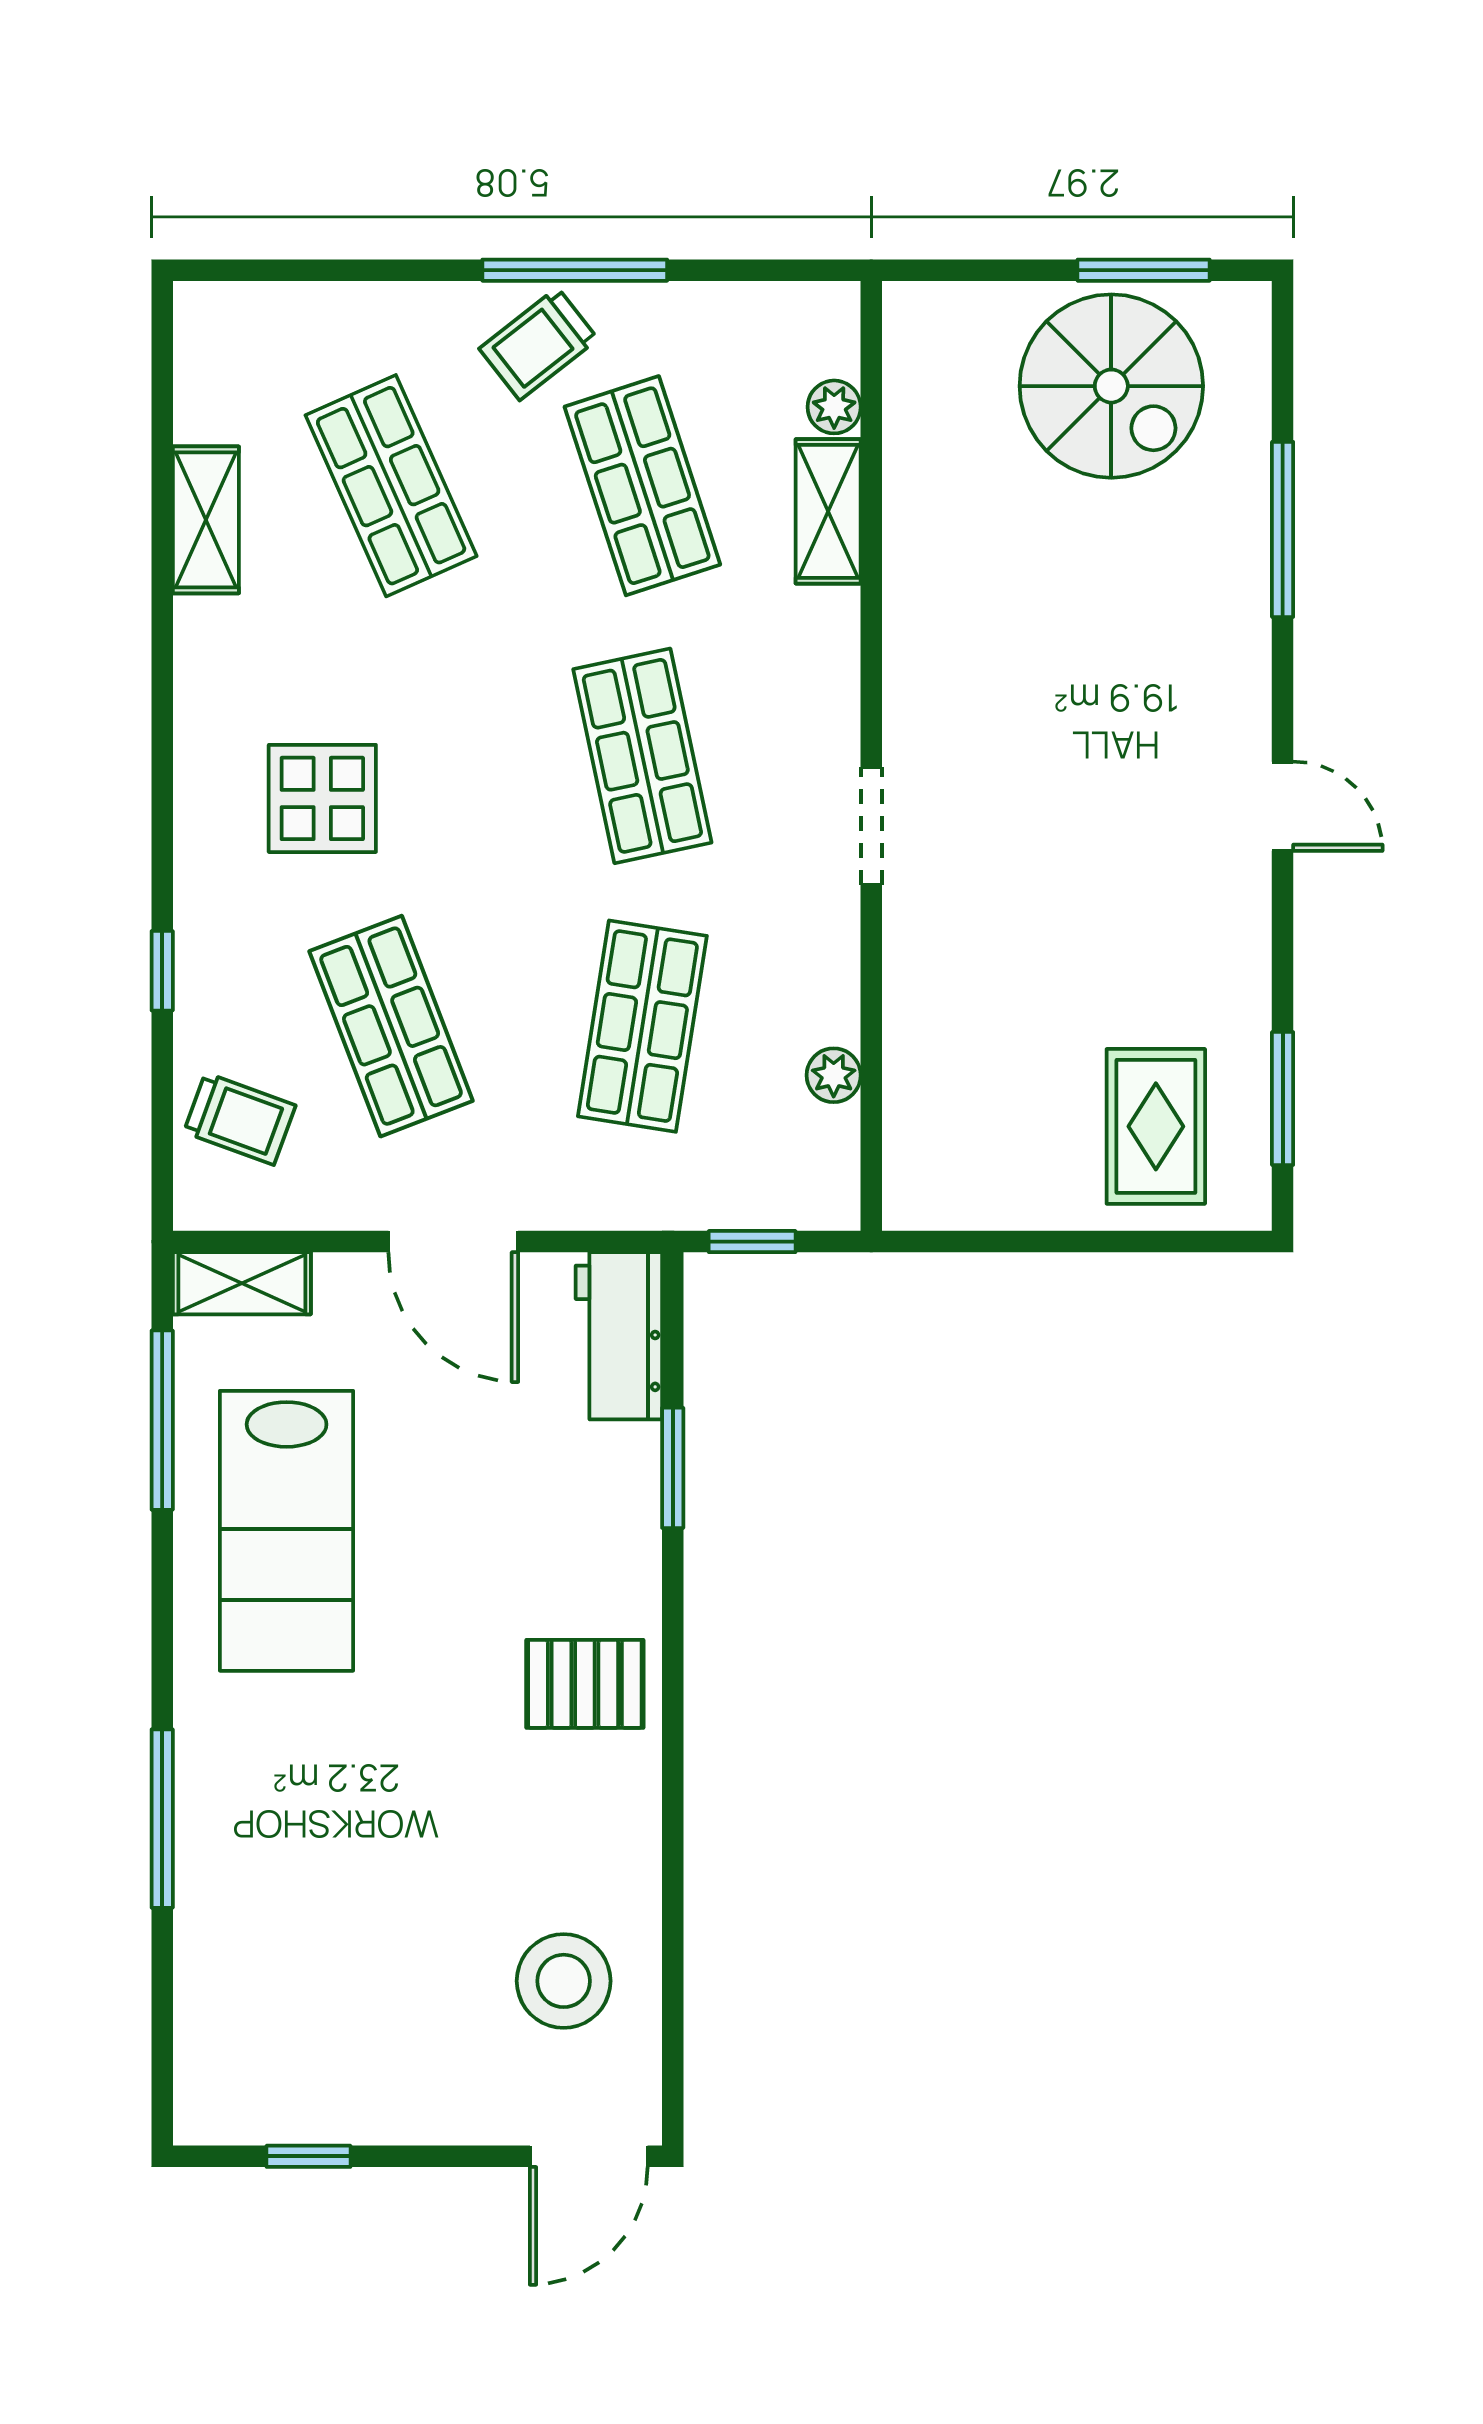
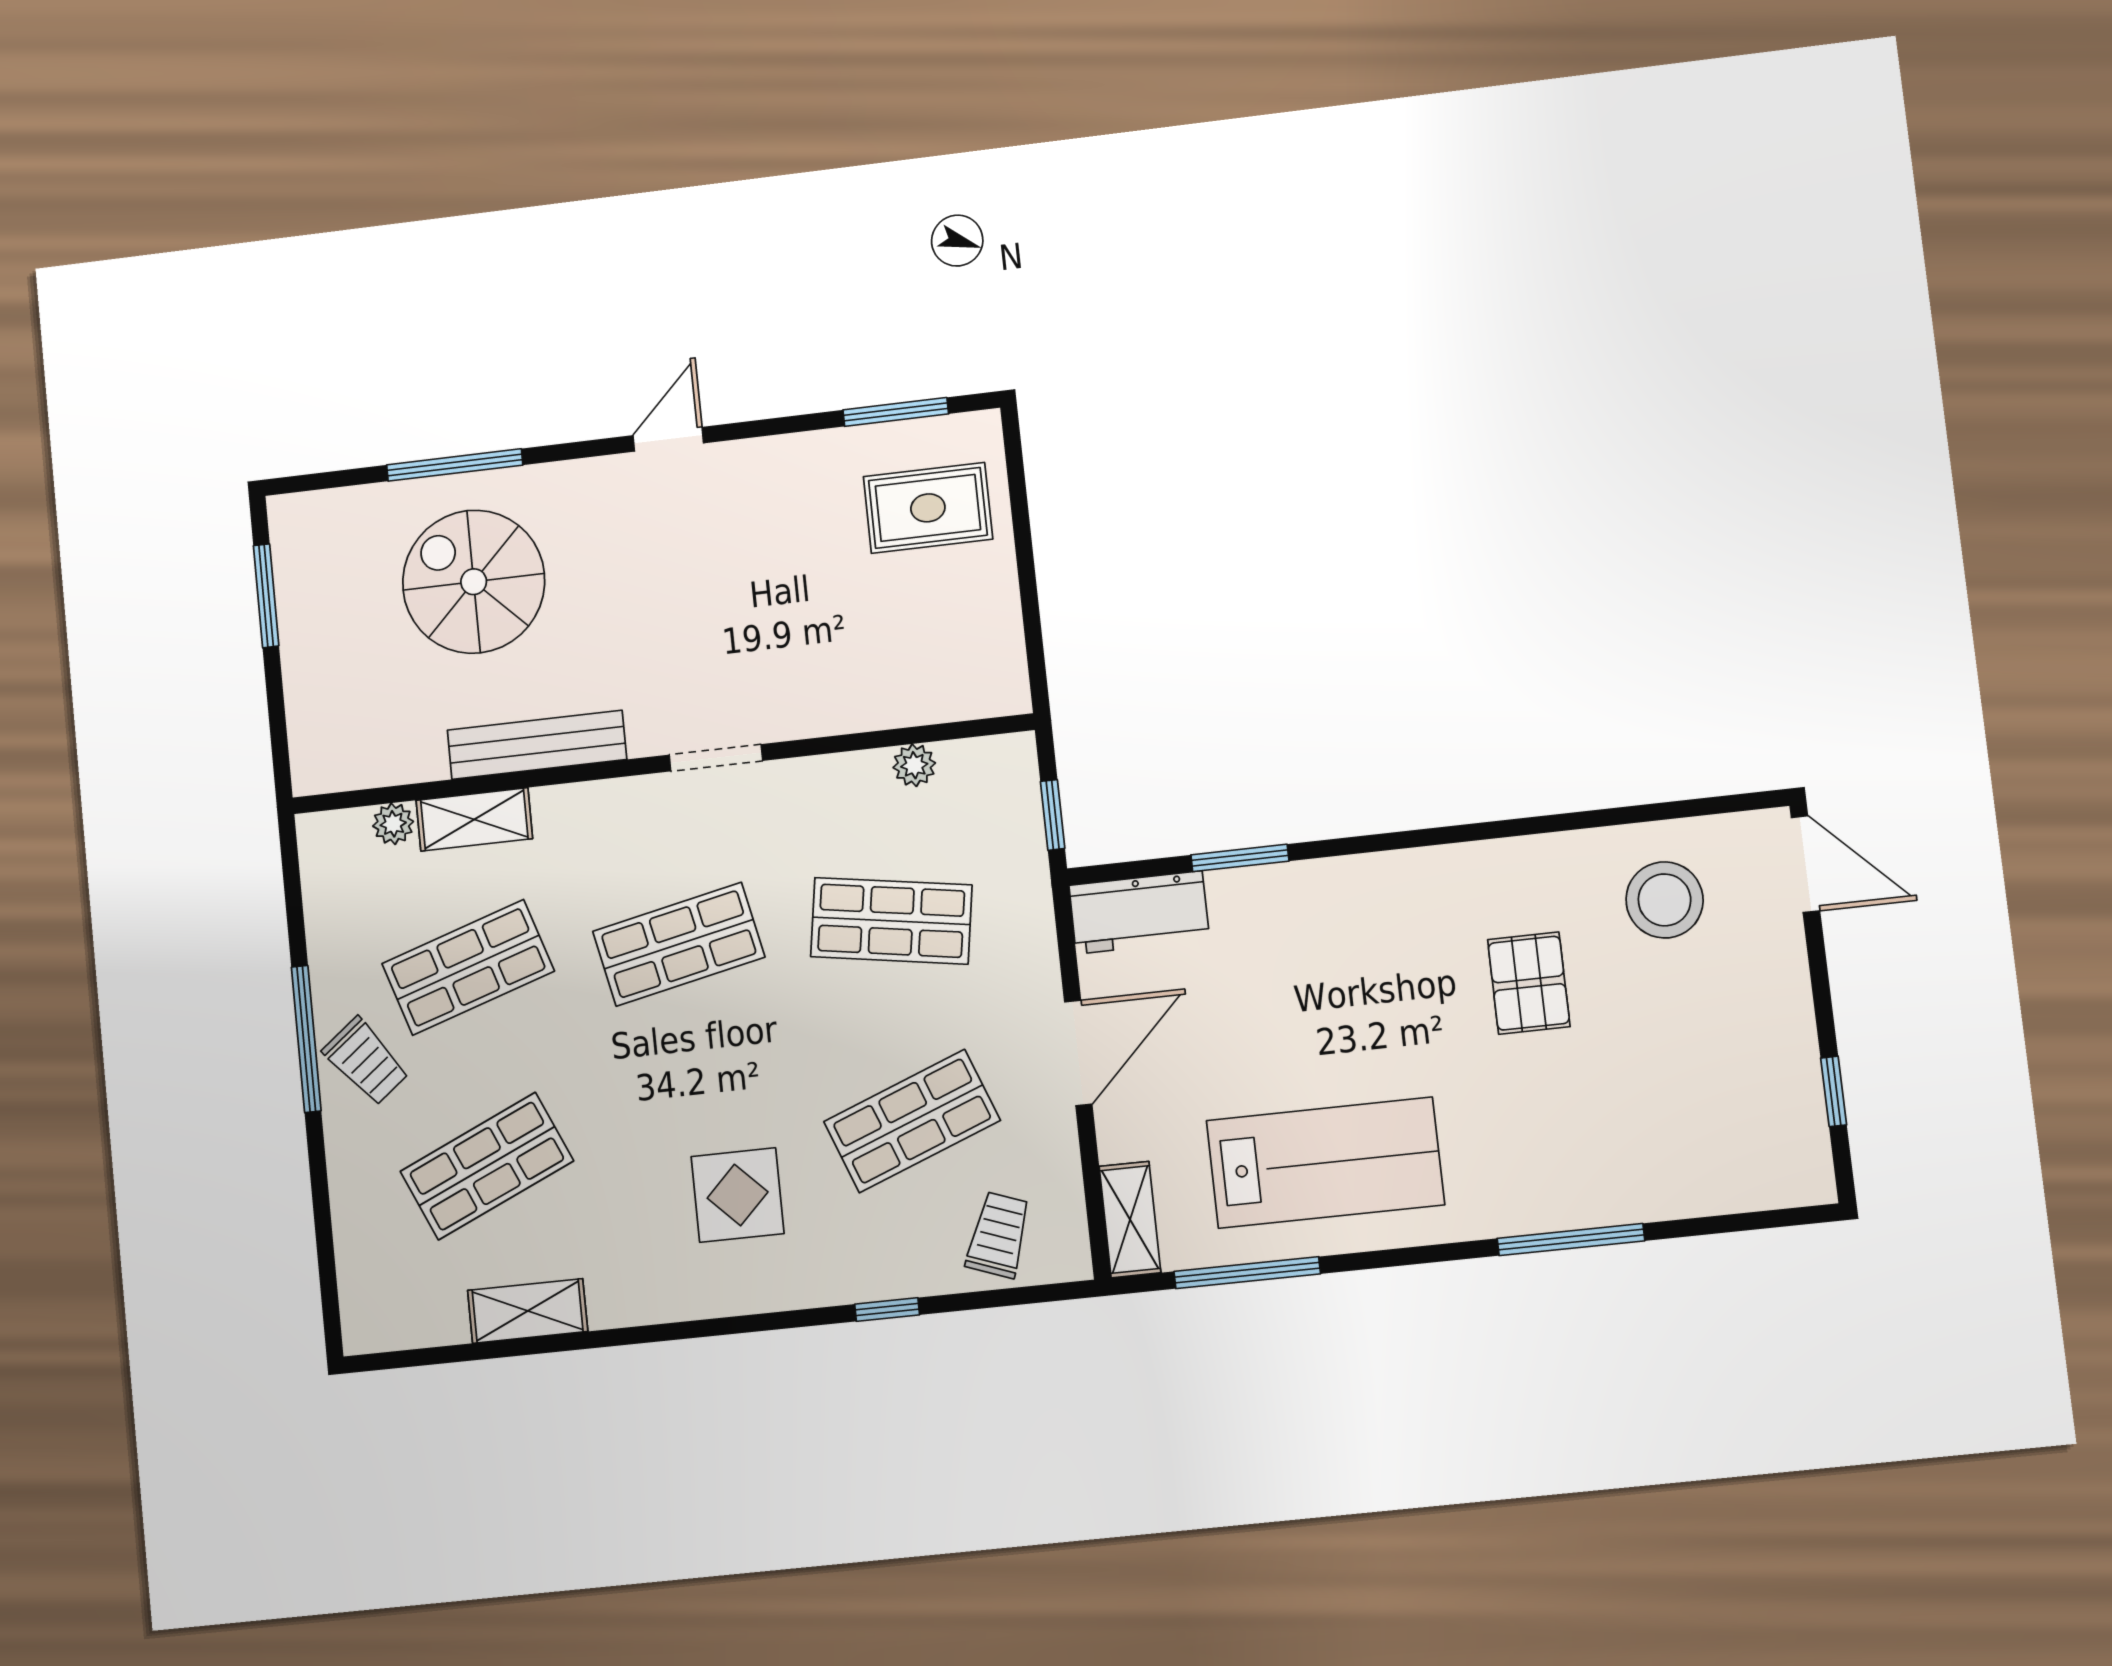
spiral stairs: (1111, 386) -> (474, 582), moved, turned -90
bench: (913, 600) -> (537, 745), added
pallet: (585, 1684) -> (1529, 983), moved

